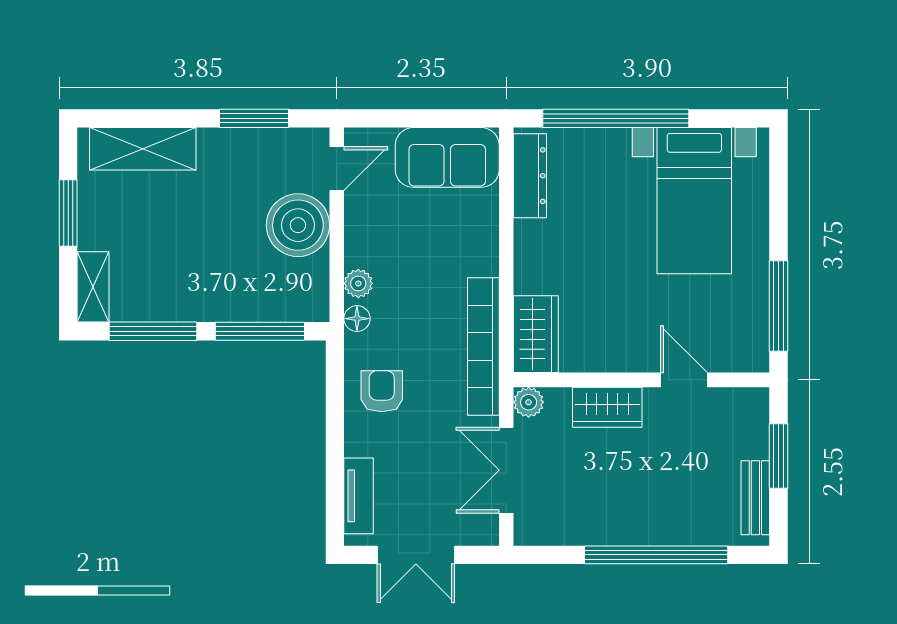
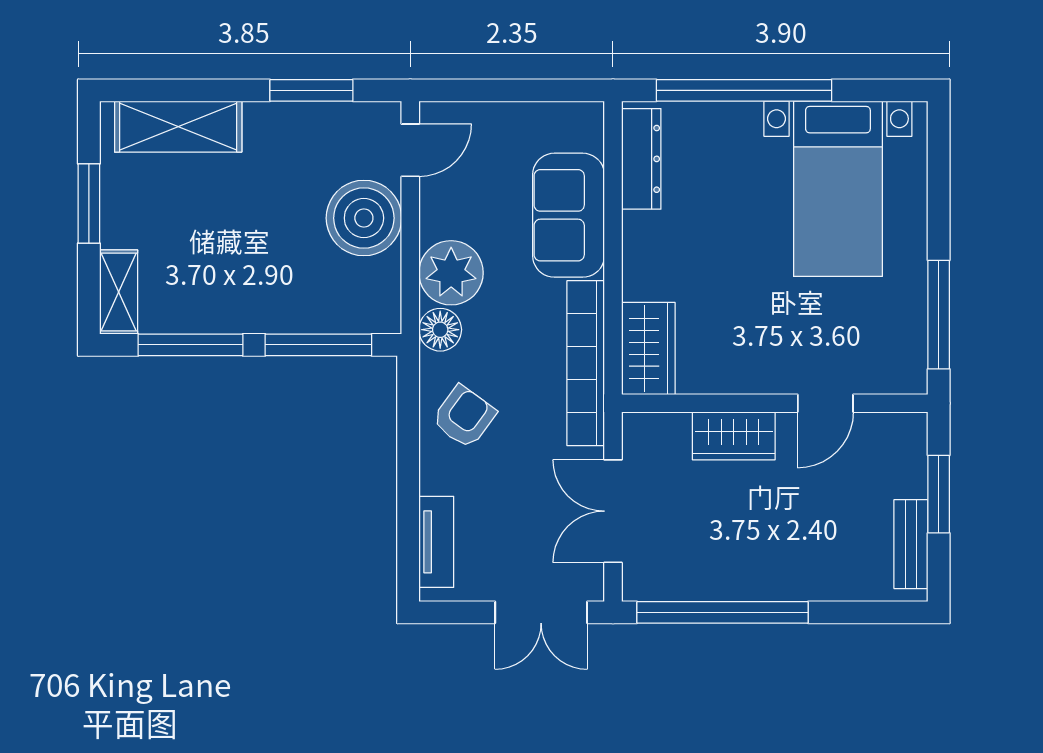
sofa: (447, 157) -> (569, 215), moved, turned 90
plant: (358, 283) -> (451, 273), width x1.88, depth x1.88
floor lamp: (357, 319) -> (440, 330), width x1.37, depth x1.37
door: (684, 380) -> (825, 403), swing flipped
armchair: (382, 391) -> (464, 417), turned 36
plant: (529, 402) -> (640, 430), removed
double door: (416, 555) -> (541, 612), moved
window: (656, 555) -> (723, 612), moved

